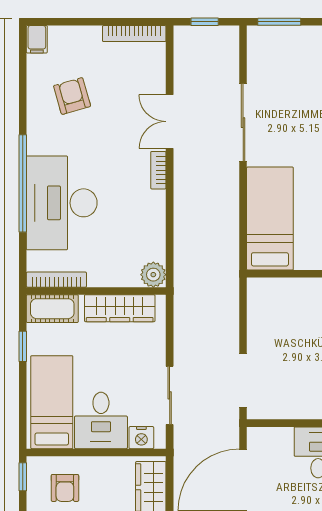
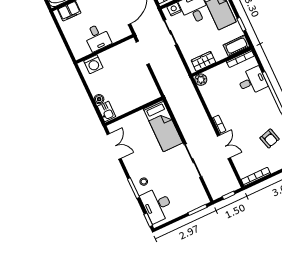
desk: (62, 203) -> (252, 81), width x0.53, depth x0.77
wardrobe: (120, 308) -> (203, 61), width x0.67

